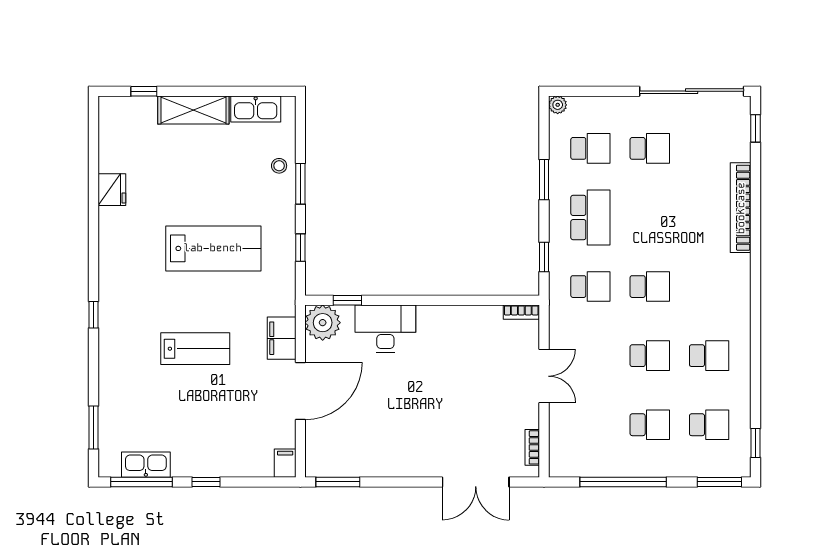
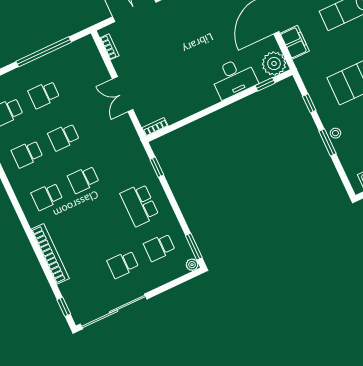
stool: (279, 166) -> (335, 133), moved
window: (544, 180) -> (194, 247), moved
school desk: (590, 287) -> (47, 196), moved

